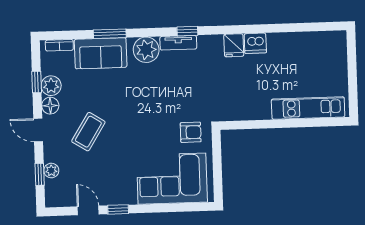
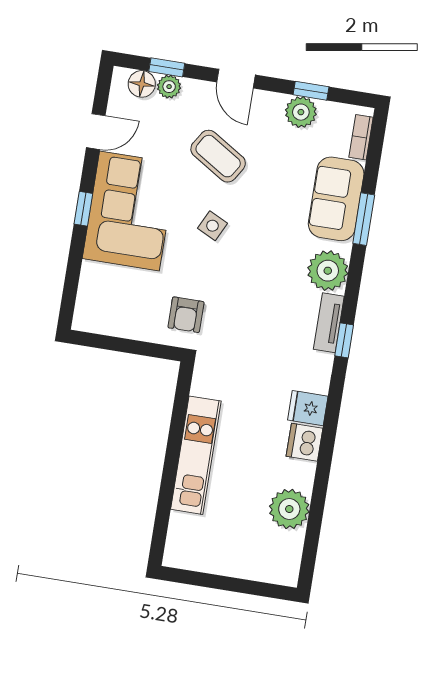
plant: (299, 45) -> (289, 509), added
floor lamp: (50, 106) -> (142, 84), moved
kitchen unit: (308, 108) -> (196, 455), moved
side table: (132, 127) -> (212, 226), added
door: (38, 130) -> (236, 79), swing flipped
corner sofa: (172, 179) -> (129, 211), moved
window: (118, 209) -> (83, 209), moved

